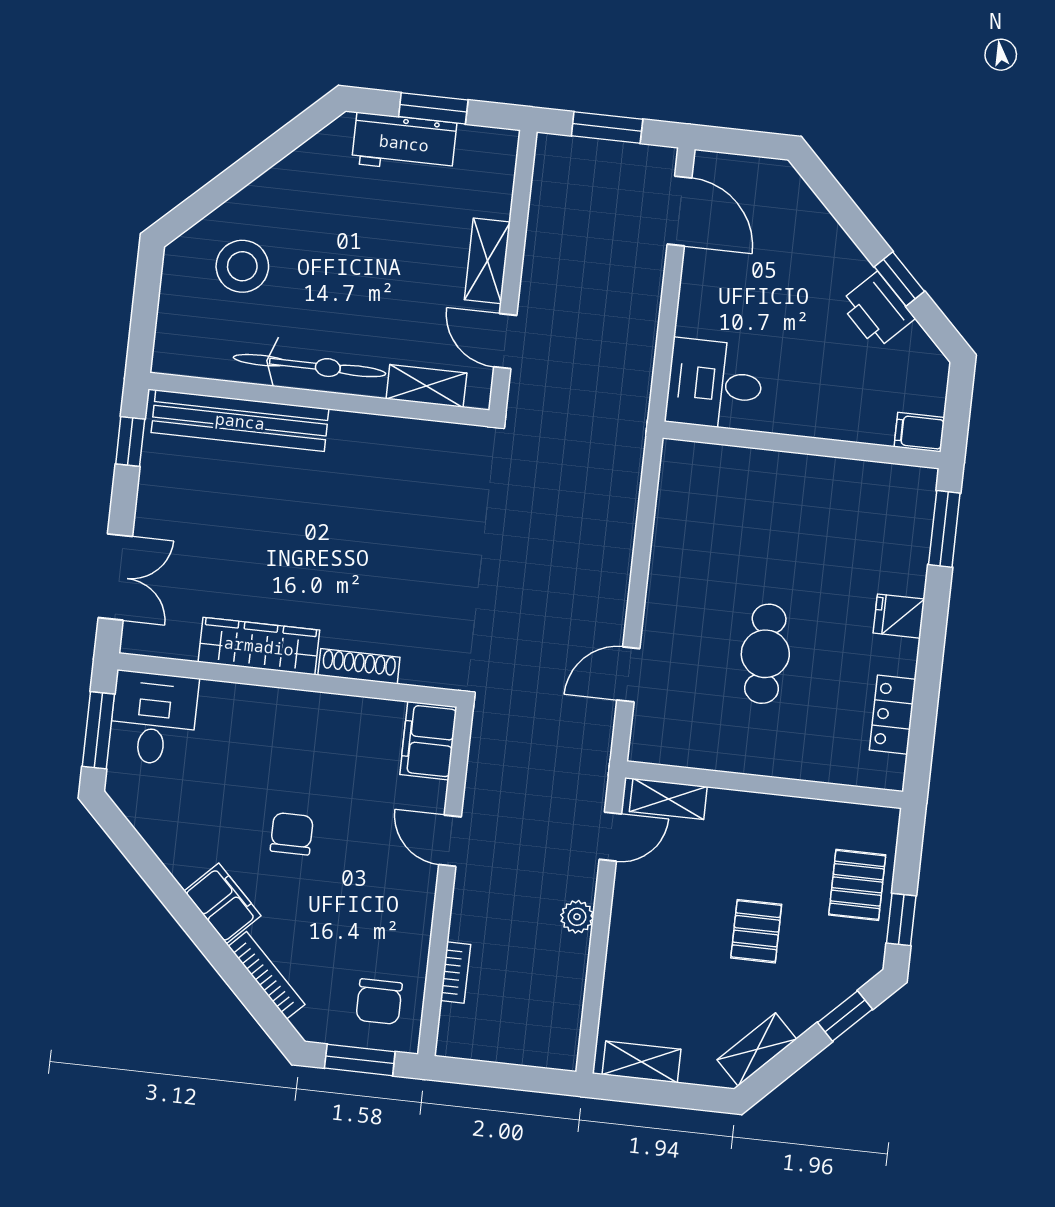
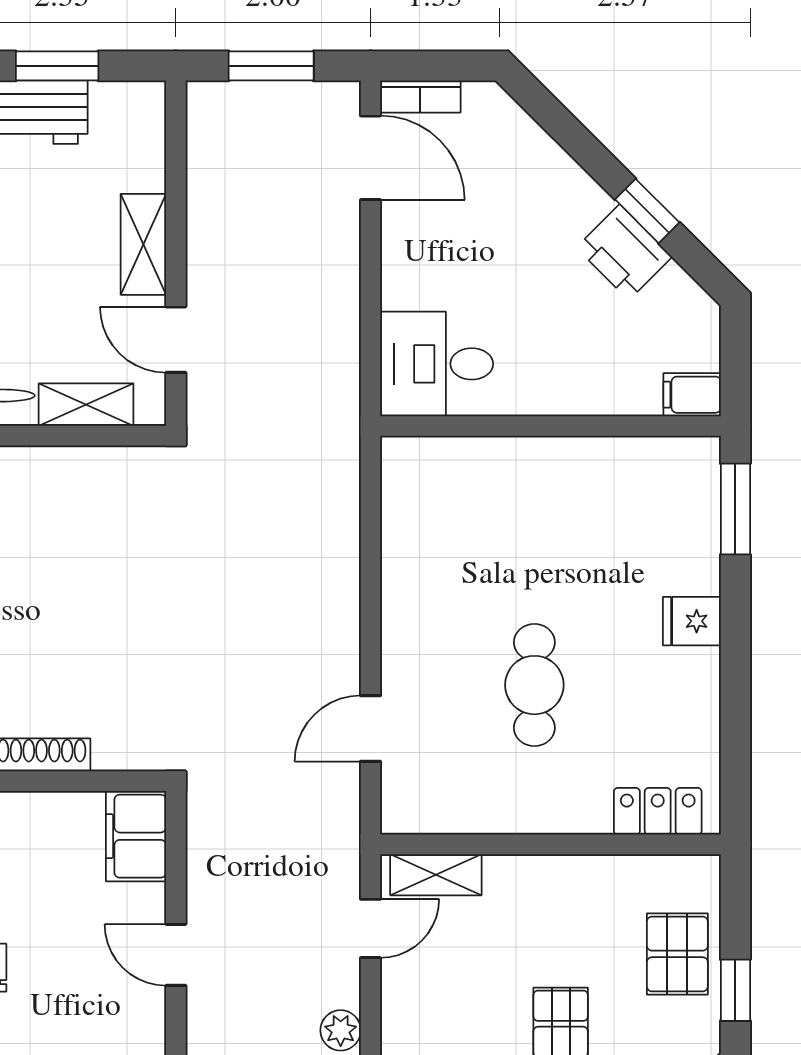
bookcase: (725, 166) -> (420, 97), added
locker: (893, 715) -> (658, 811), moved, turned 90

